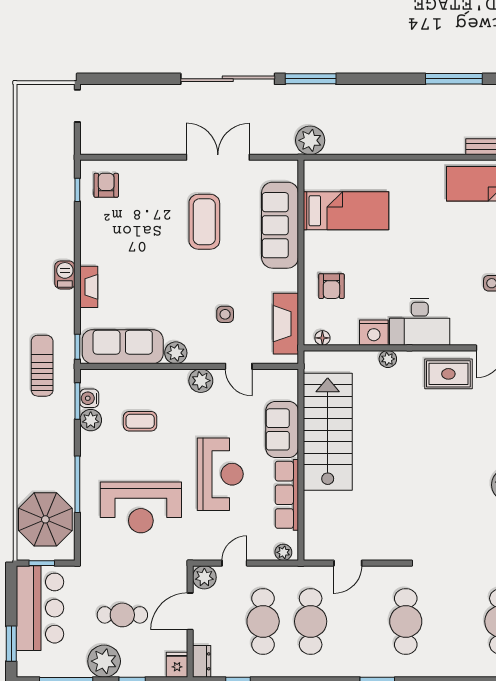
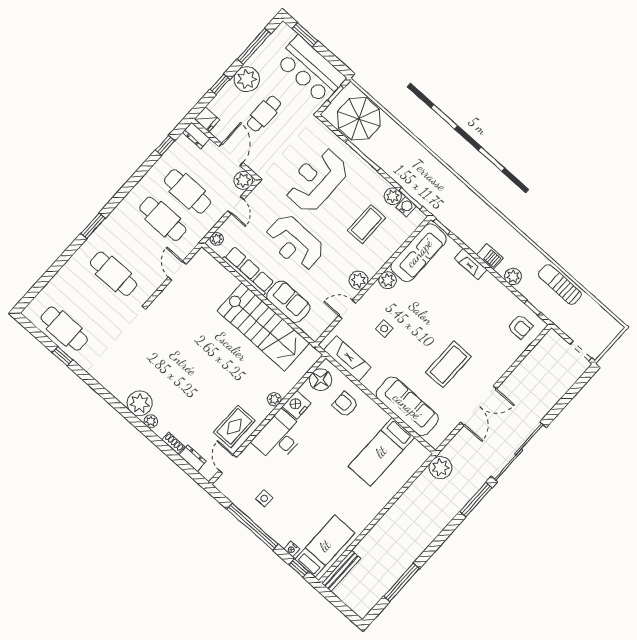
coffee table: (204, 222) -> (448, 364), turned 90
plant: (64, 235) -> (513, 277), added
floor lamp: (322, 338) -> (321, 380), width x1.89, depth x1.89
sun lounger: (42, 366) -> (560, 285), moved, turned 180
coffee table: (140, 421) -> (367, 224), width x1.36, depth x1.30

